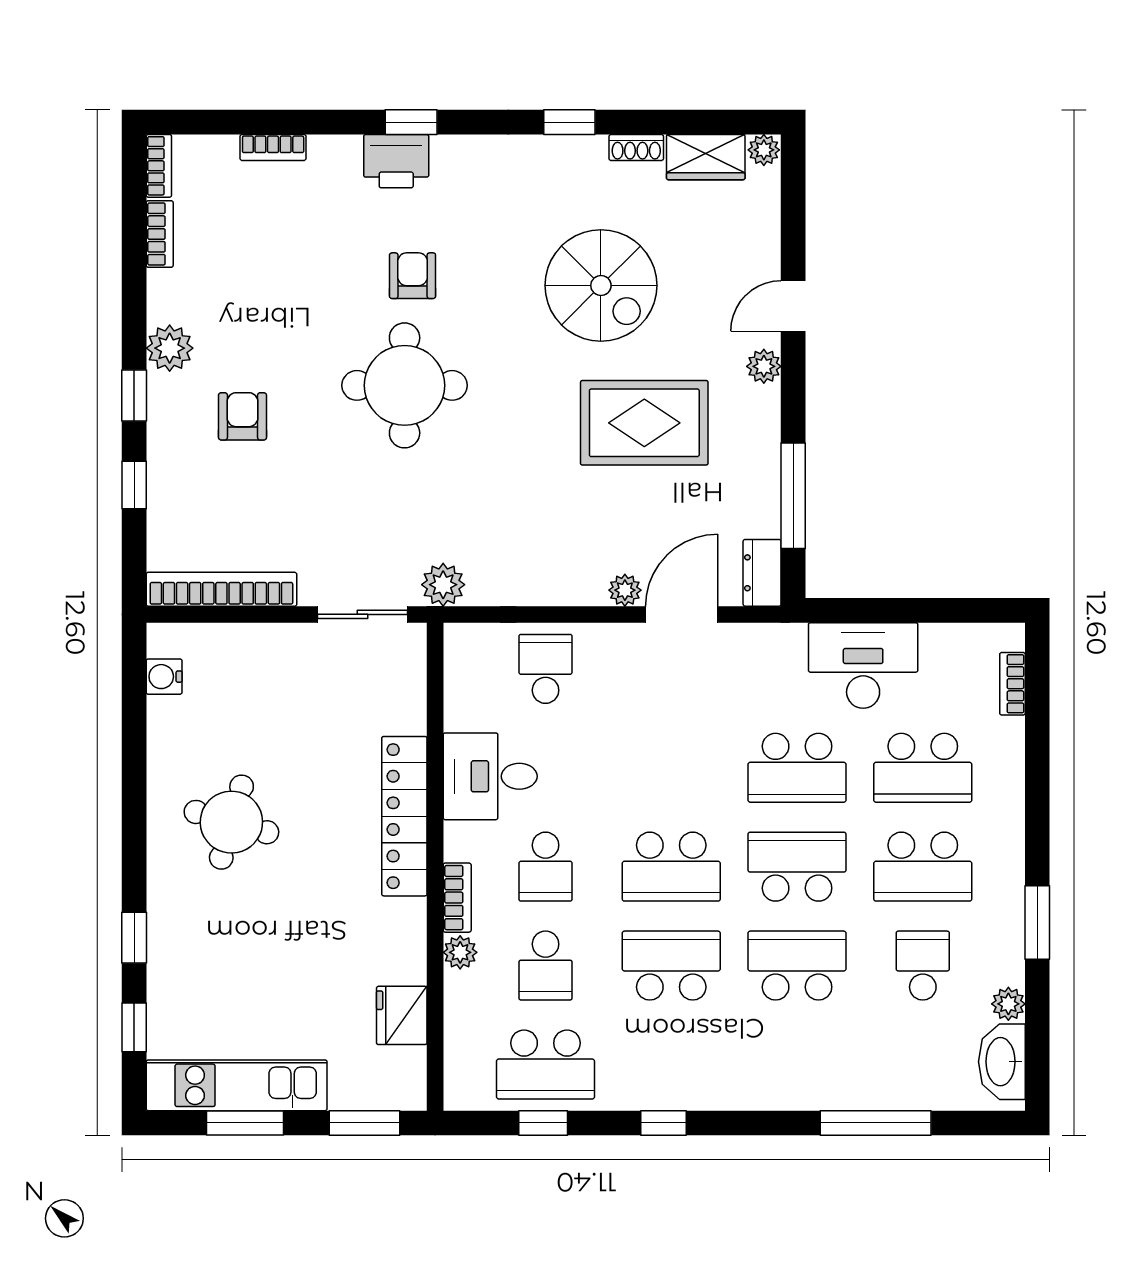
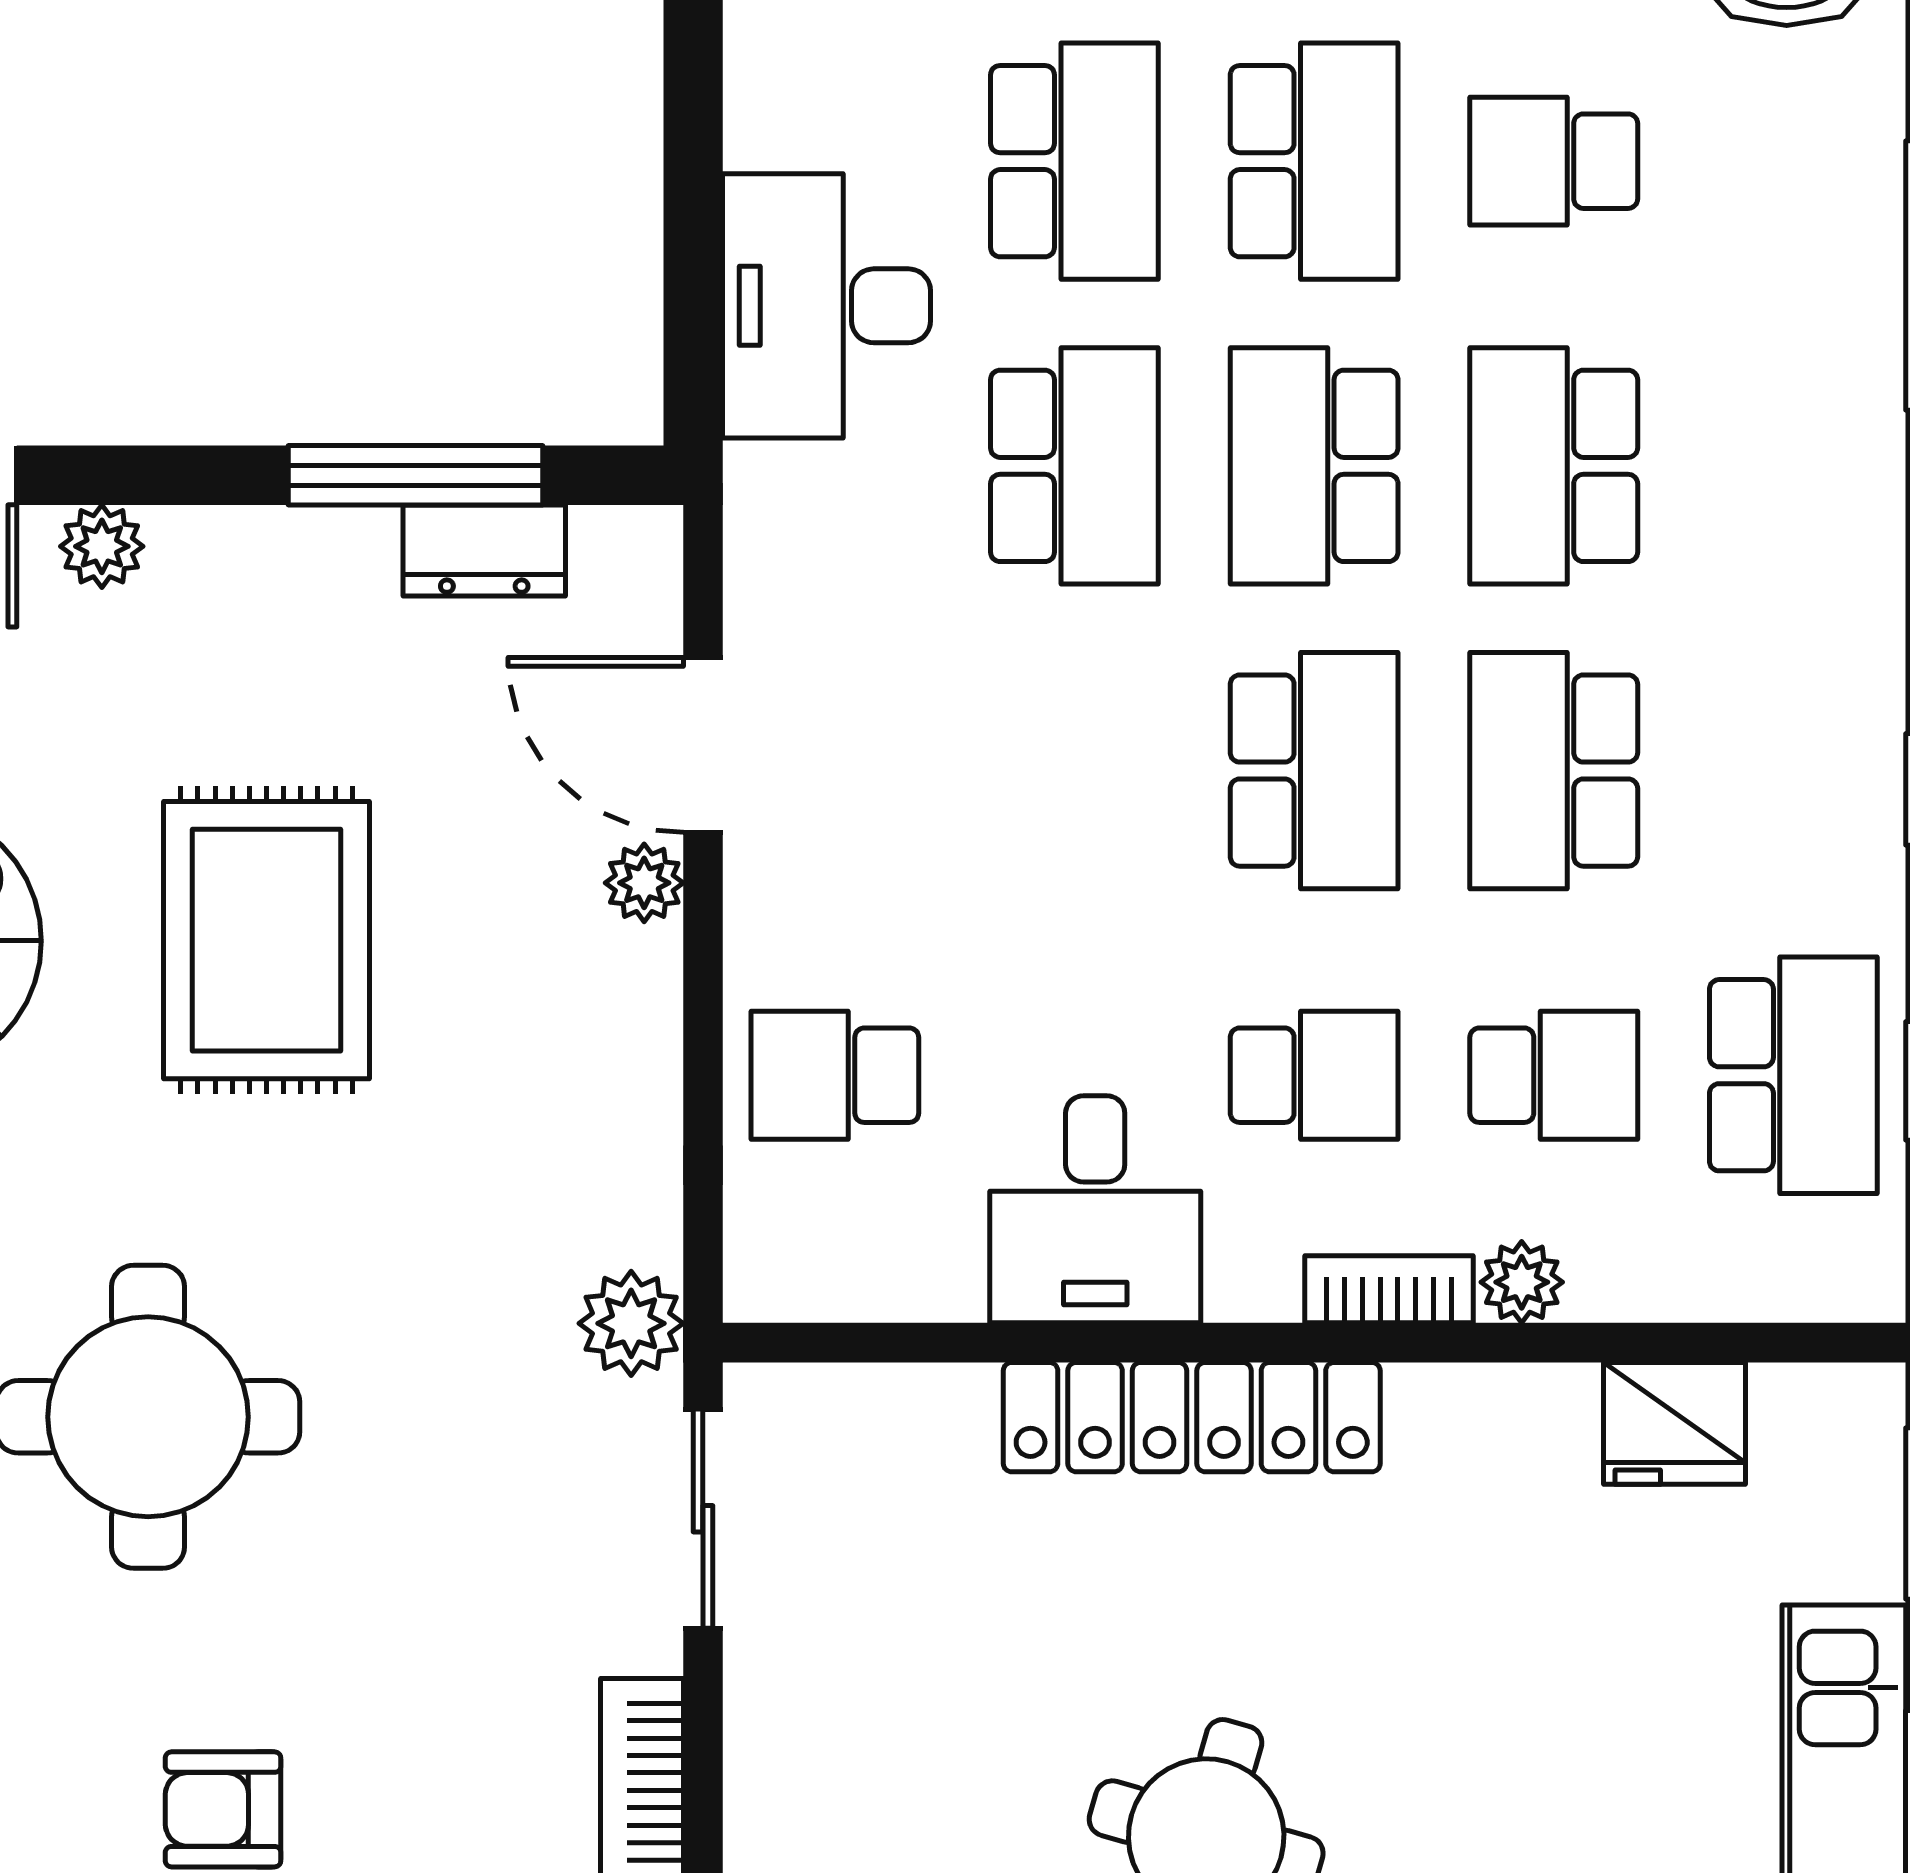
rug: (644, 423) -> (267, 940), moved
dresser: (762, 573) -> (484, 550), moved

